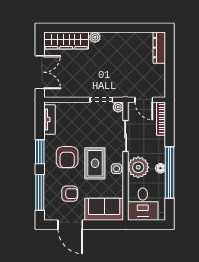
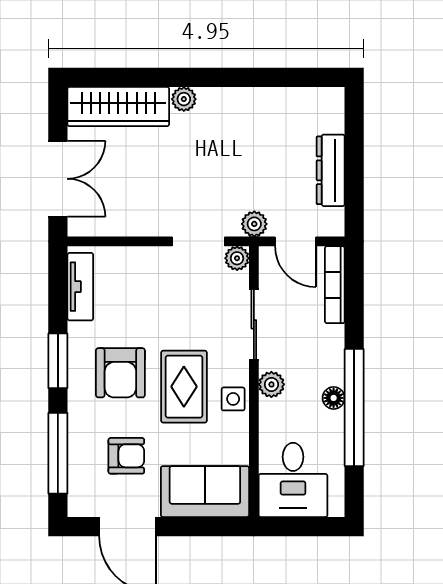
dresser: (159, 48) -> (331, 170), moved
plant: (126, 92) -> (254, 224), added
plant: (138, 167) -> (271, 384), width x0.53, depth x0.53

